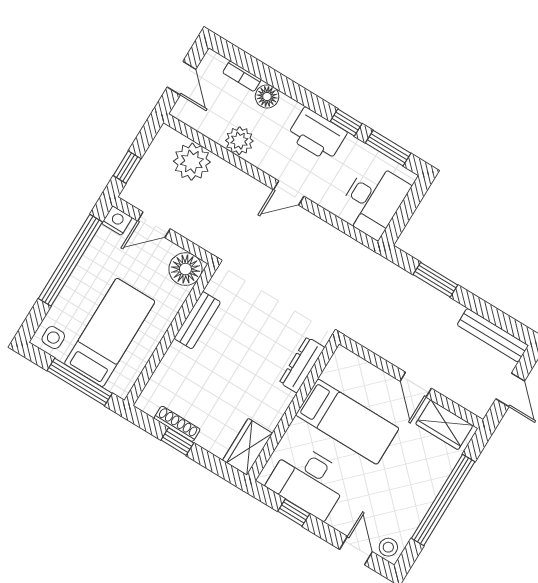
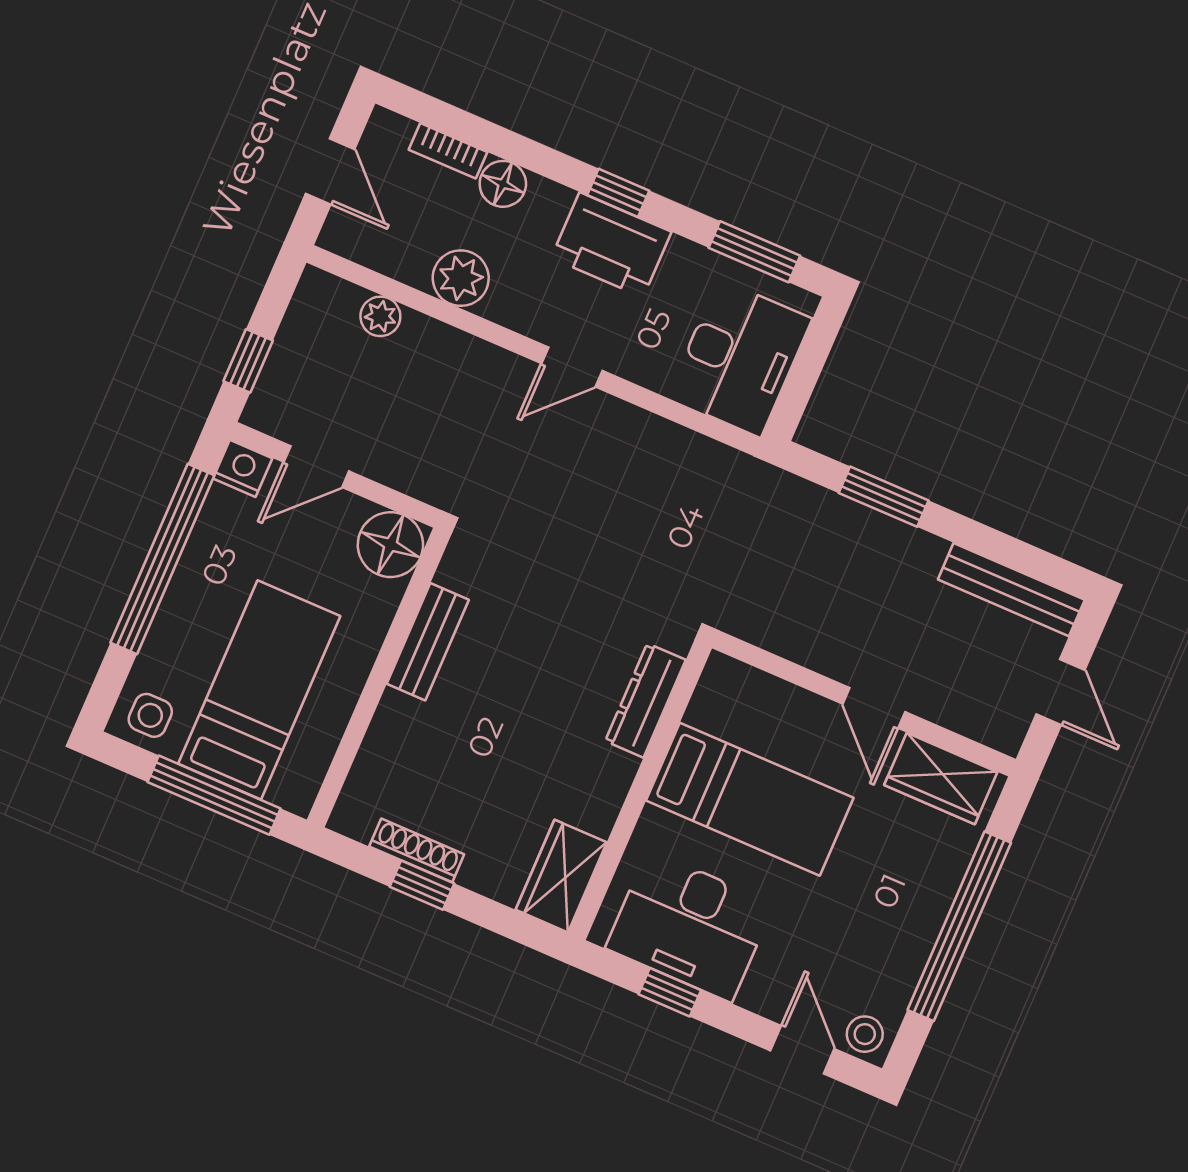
window: (346, 123) -> (618, 193), moved
plant: (192, 162) -> (380, 316), width x0.53, depth x0.53

